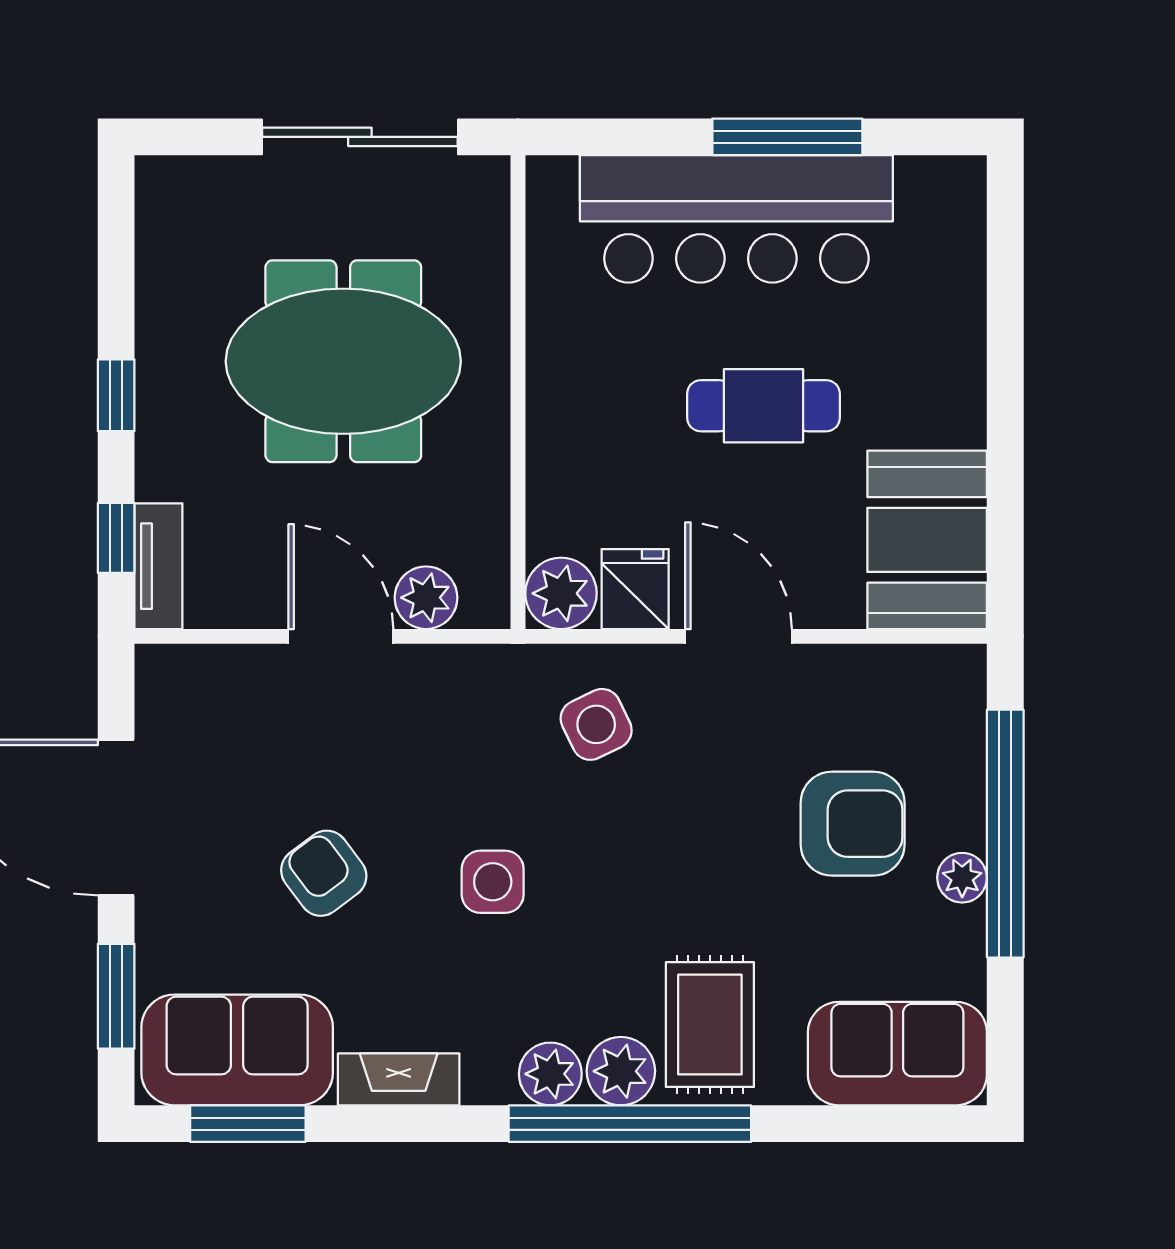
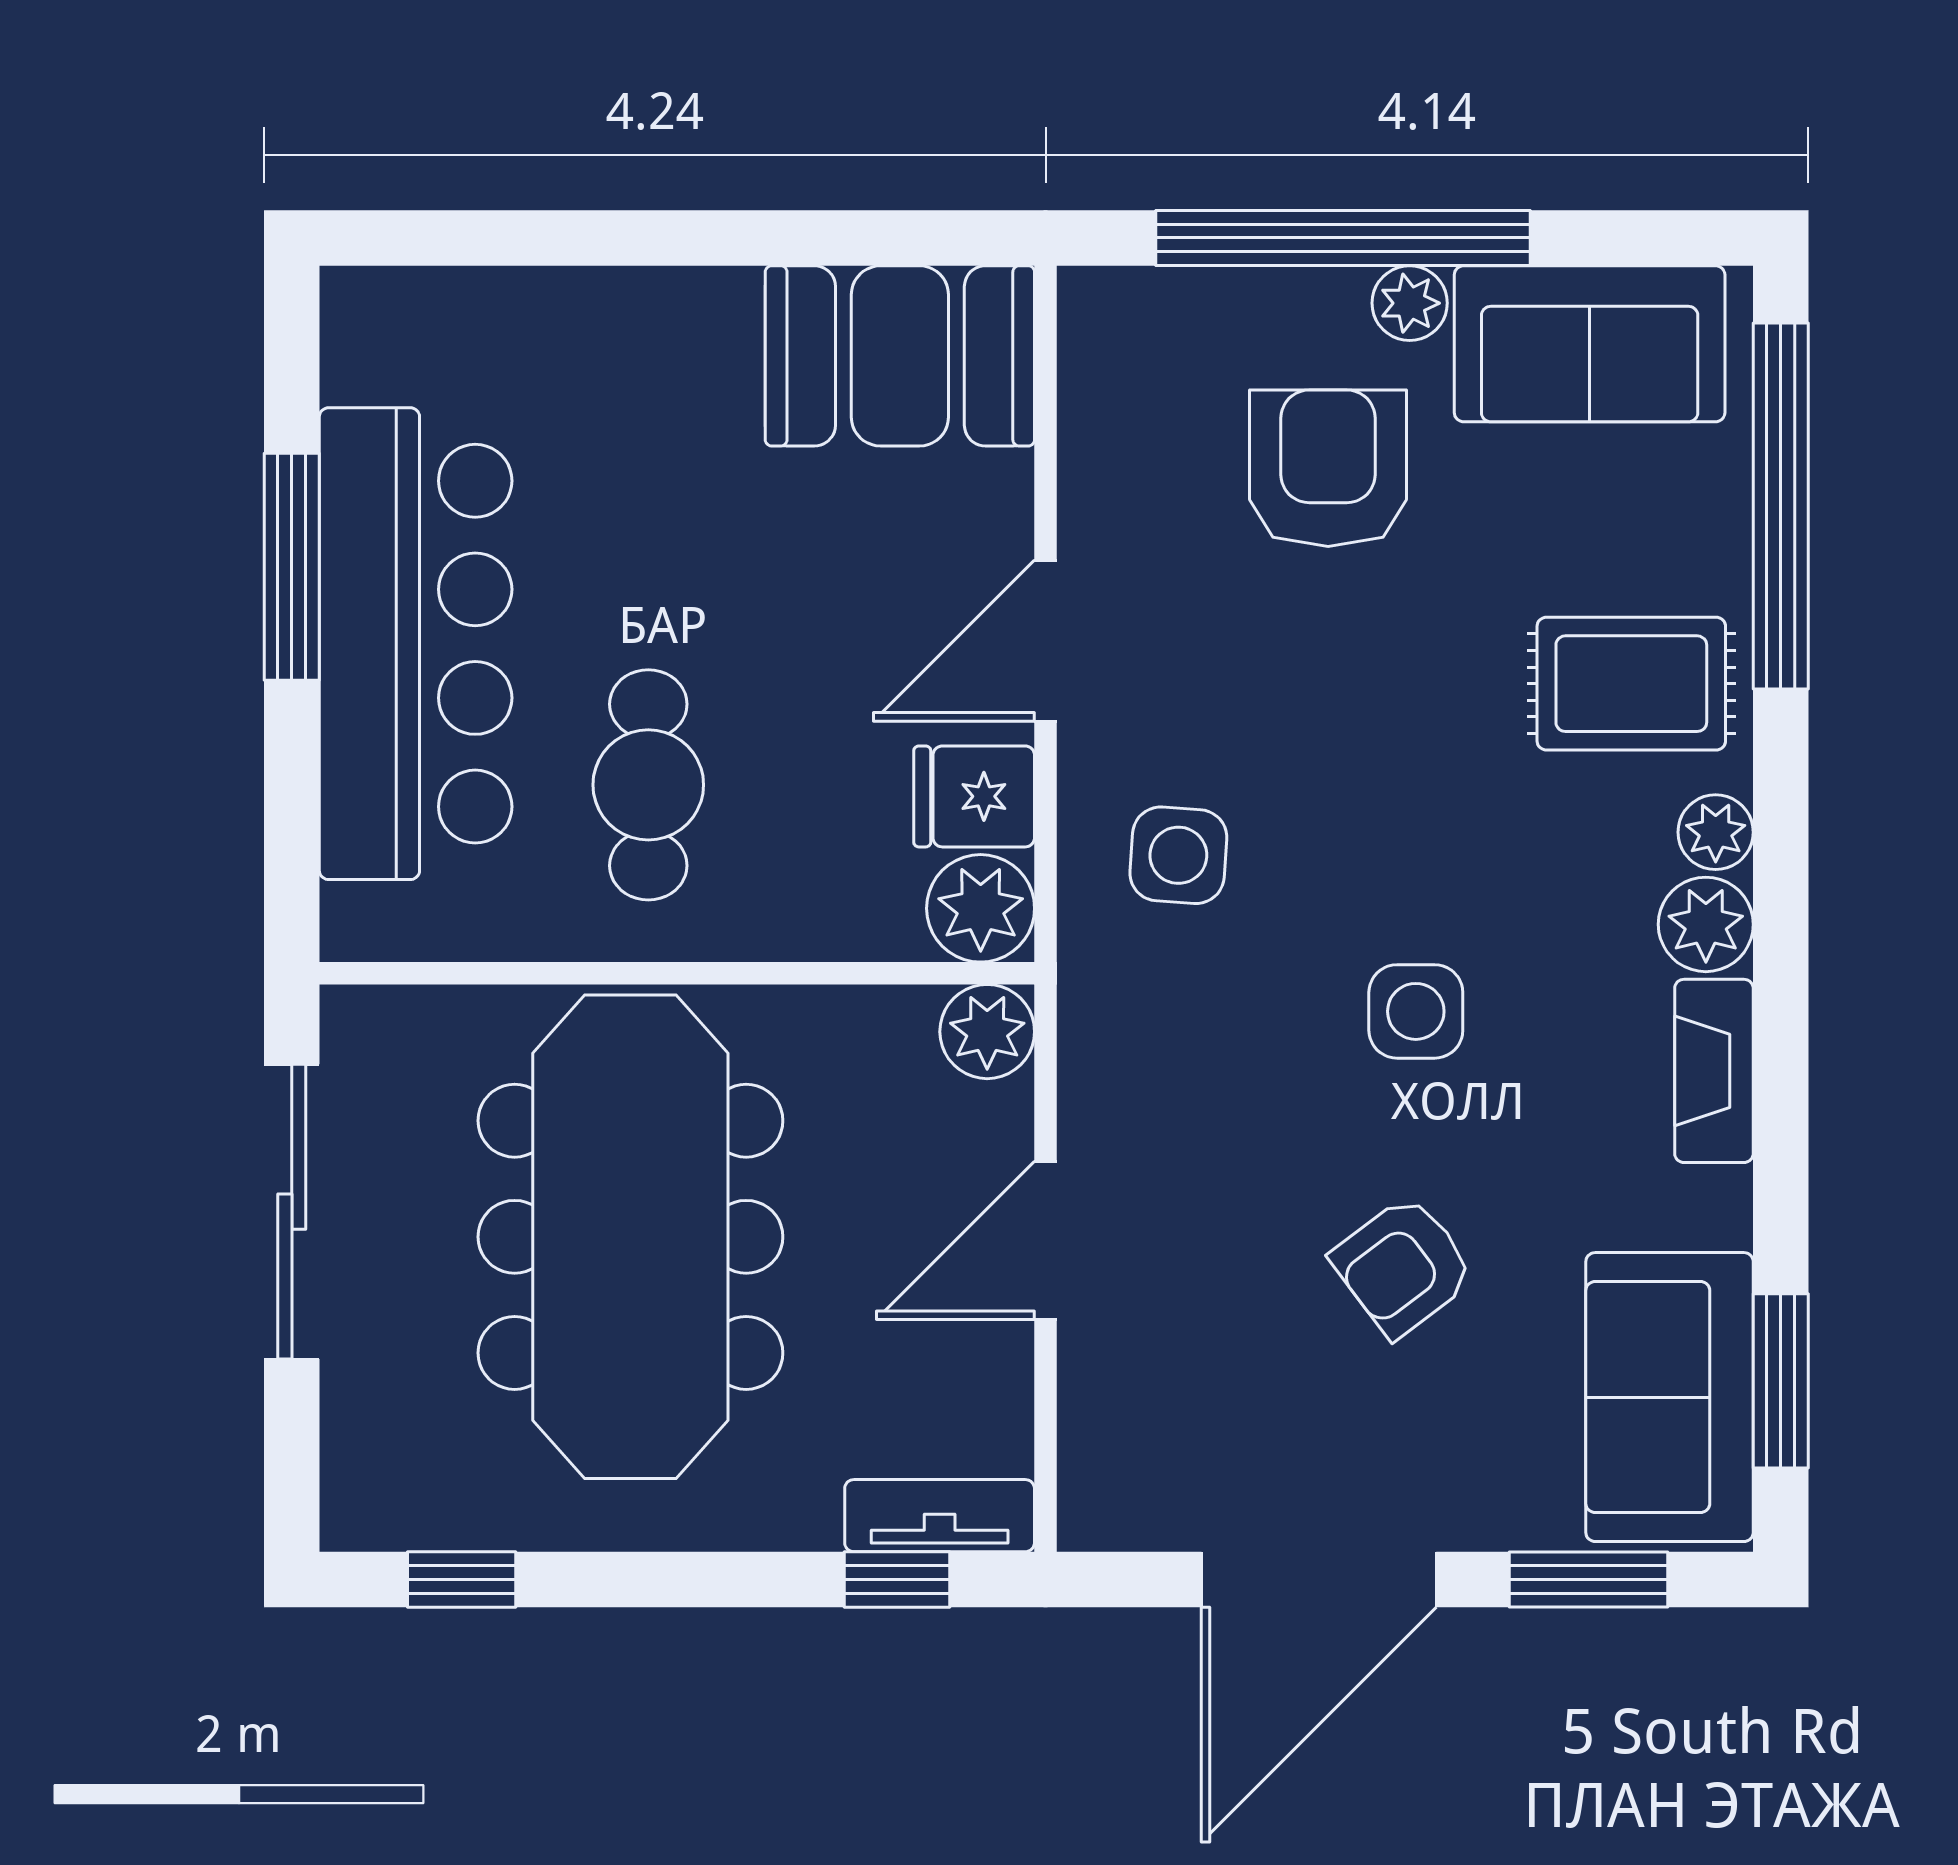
meeting table: (343, 361) -> (630, 1237), width x1.36
window: (116, 395) -> (462, 1580), moved
cafe table: (763, 406) -> (648, 785), moved
plant: (426, 598) -> (987, 1032), moved
side table: (596, 724) -> (1178, 855), turned 30
sofa: (897, 1054) -> (1590, 344), moved, turned -90
plant: (621, 1071) -> (1716, 832), width x0.73, depth x0.73
fireplace: (399, 1079) -> (1714, 1071), moved
window: (630, 1124) -> (1781, 506), moved

